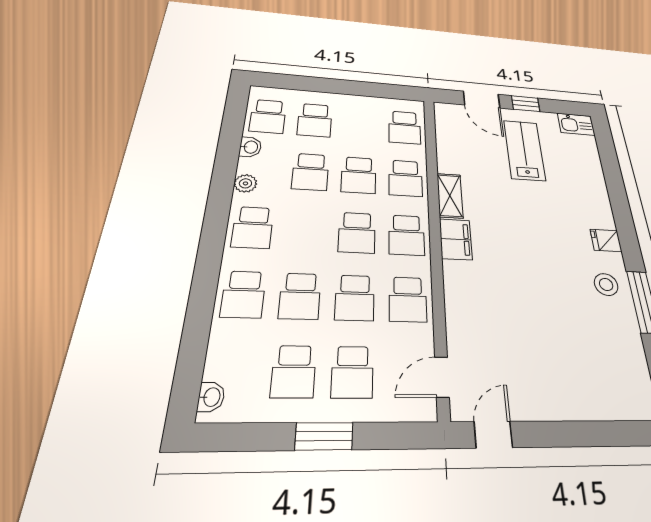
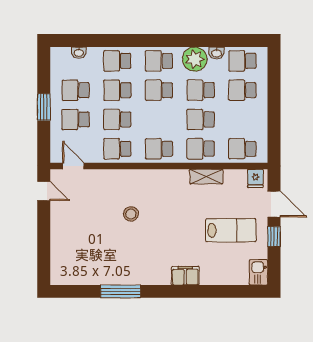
door: (482, 100) -> (274, 204), swing flipped
plant: (245, 183) -> (195, 59), width x1.87, depth x1.87
shelving: (450, 196) -> (206, 177), moved
school desk: (357, 233) -> (159, 90), moved
filing cabinet: (456, 239) -> (185, 276), moved, turned 180
fridge: (606, 240) -> (255, 178), moved, turned 180
stool: (606, 284) -> (131, 214), moved
washbasin: (211, 397) -> (79, 53), moved

